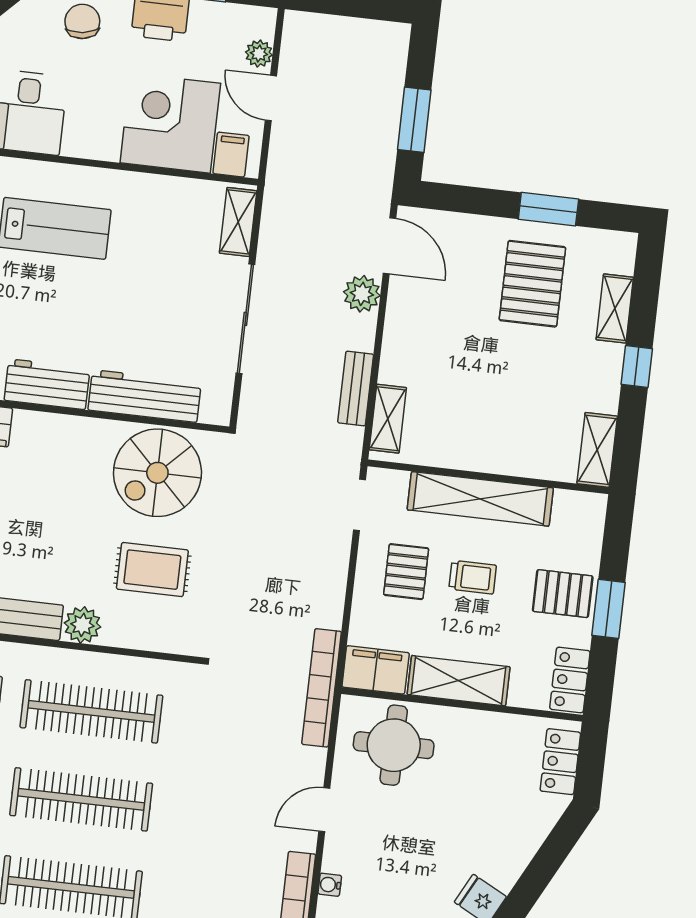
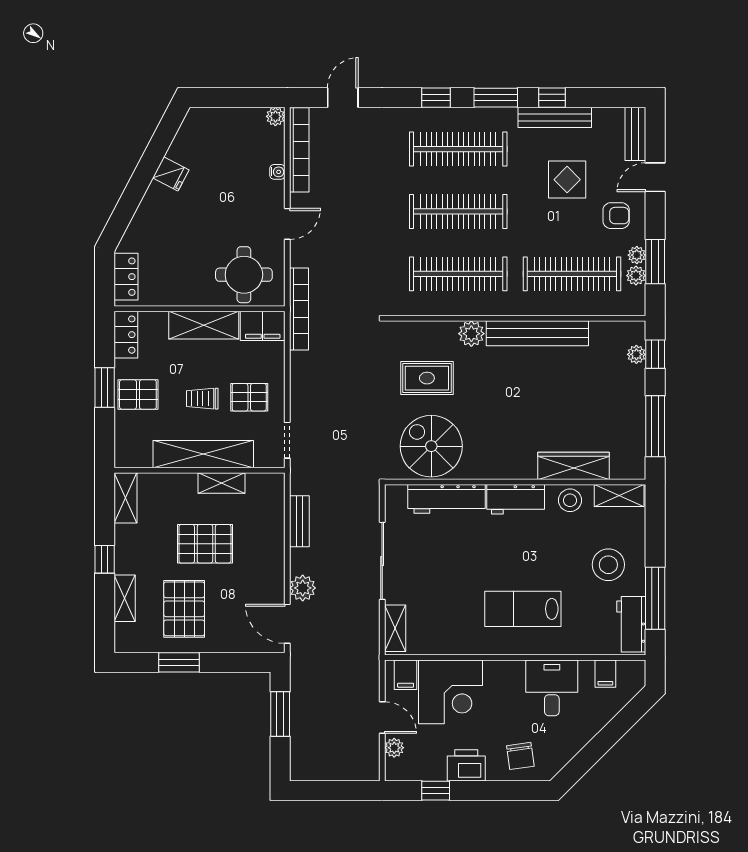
pallet: (493, 372) -> (205, 544), added
shelving: (388, 419) -> (222, 483), moved, turned 90
spiral stairs: (157, 473) -> (431, 446), turned -90
pallet: (406, 572) -> (249, 397), turned 90

